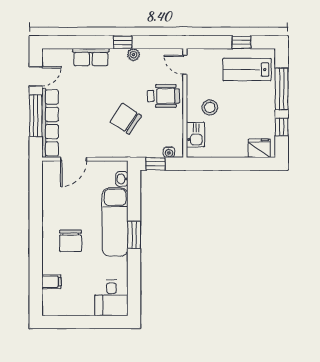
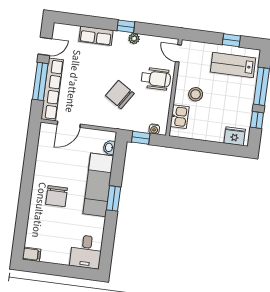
filing cabinet: (51, 282) -> (32, 254), moved

